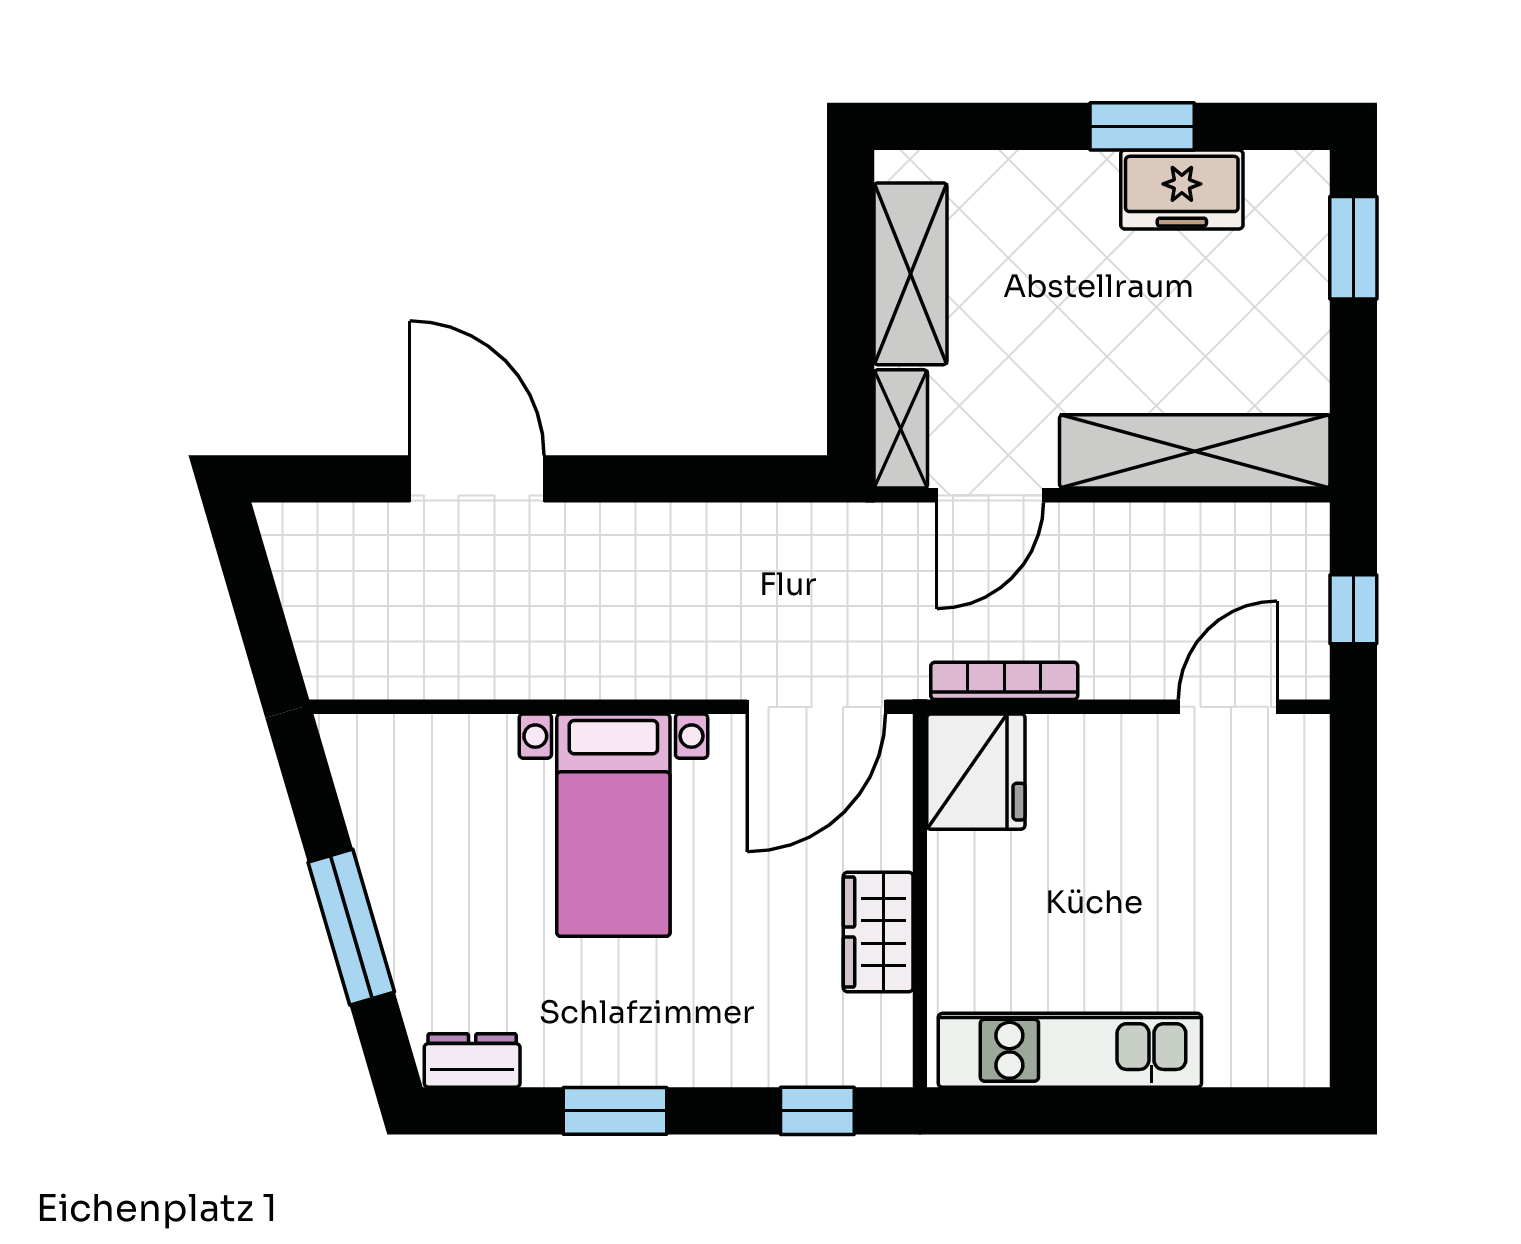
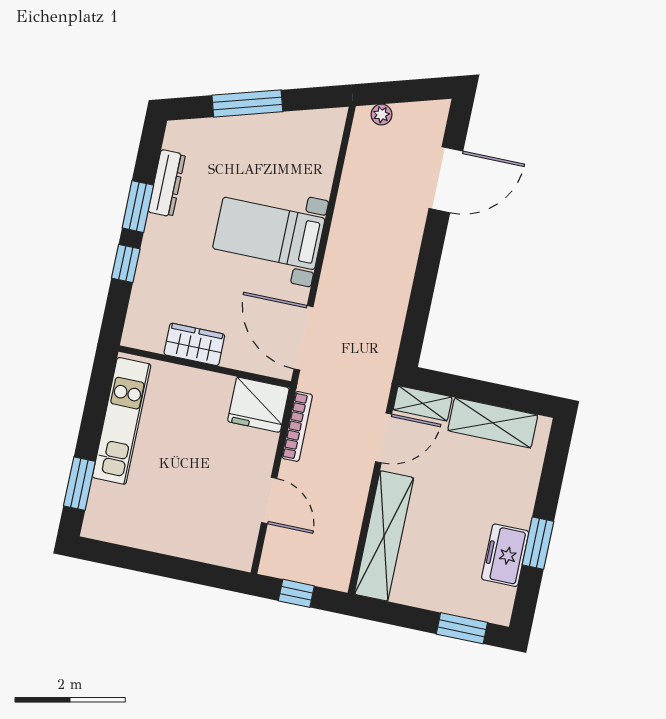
door: (477, 479) -> (446, 180), moved
door: (990, 495) -> (384, 438), swing flipped
plant: (315, 642) -> (381, 115), added
door: (1228, 707) -> (269, 500), moved
dresser: (472, 1061) -> (167, 183), moved, width x1.44
window: (817, 1111) -> (126, 264), moved
window: (1220, 1111) -> (79, 484), added

